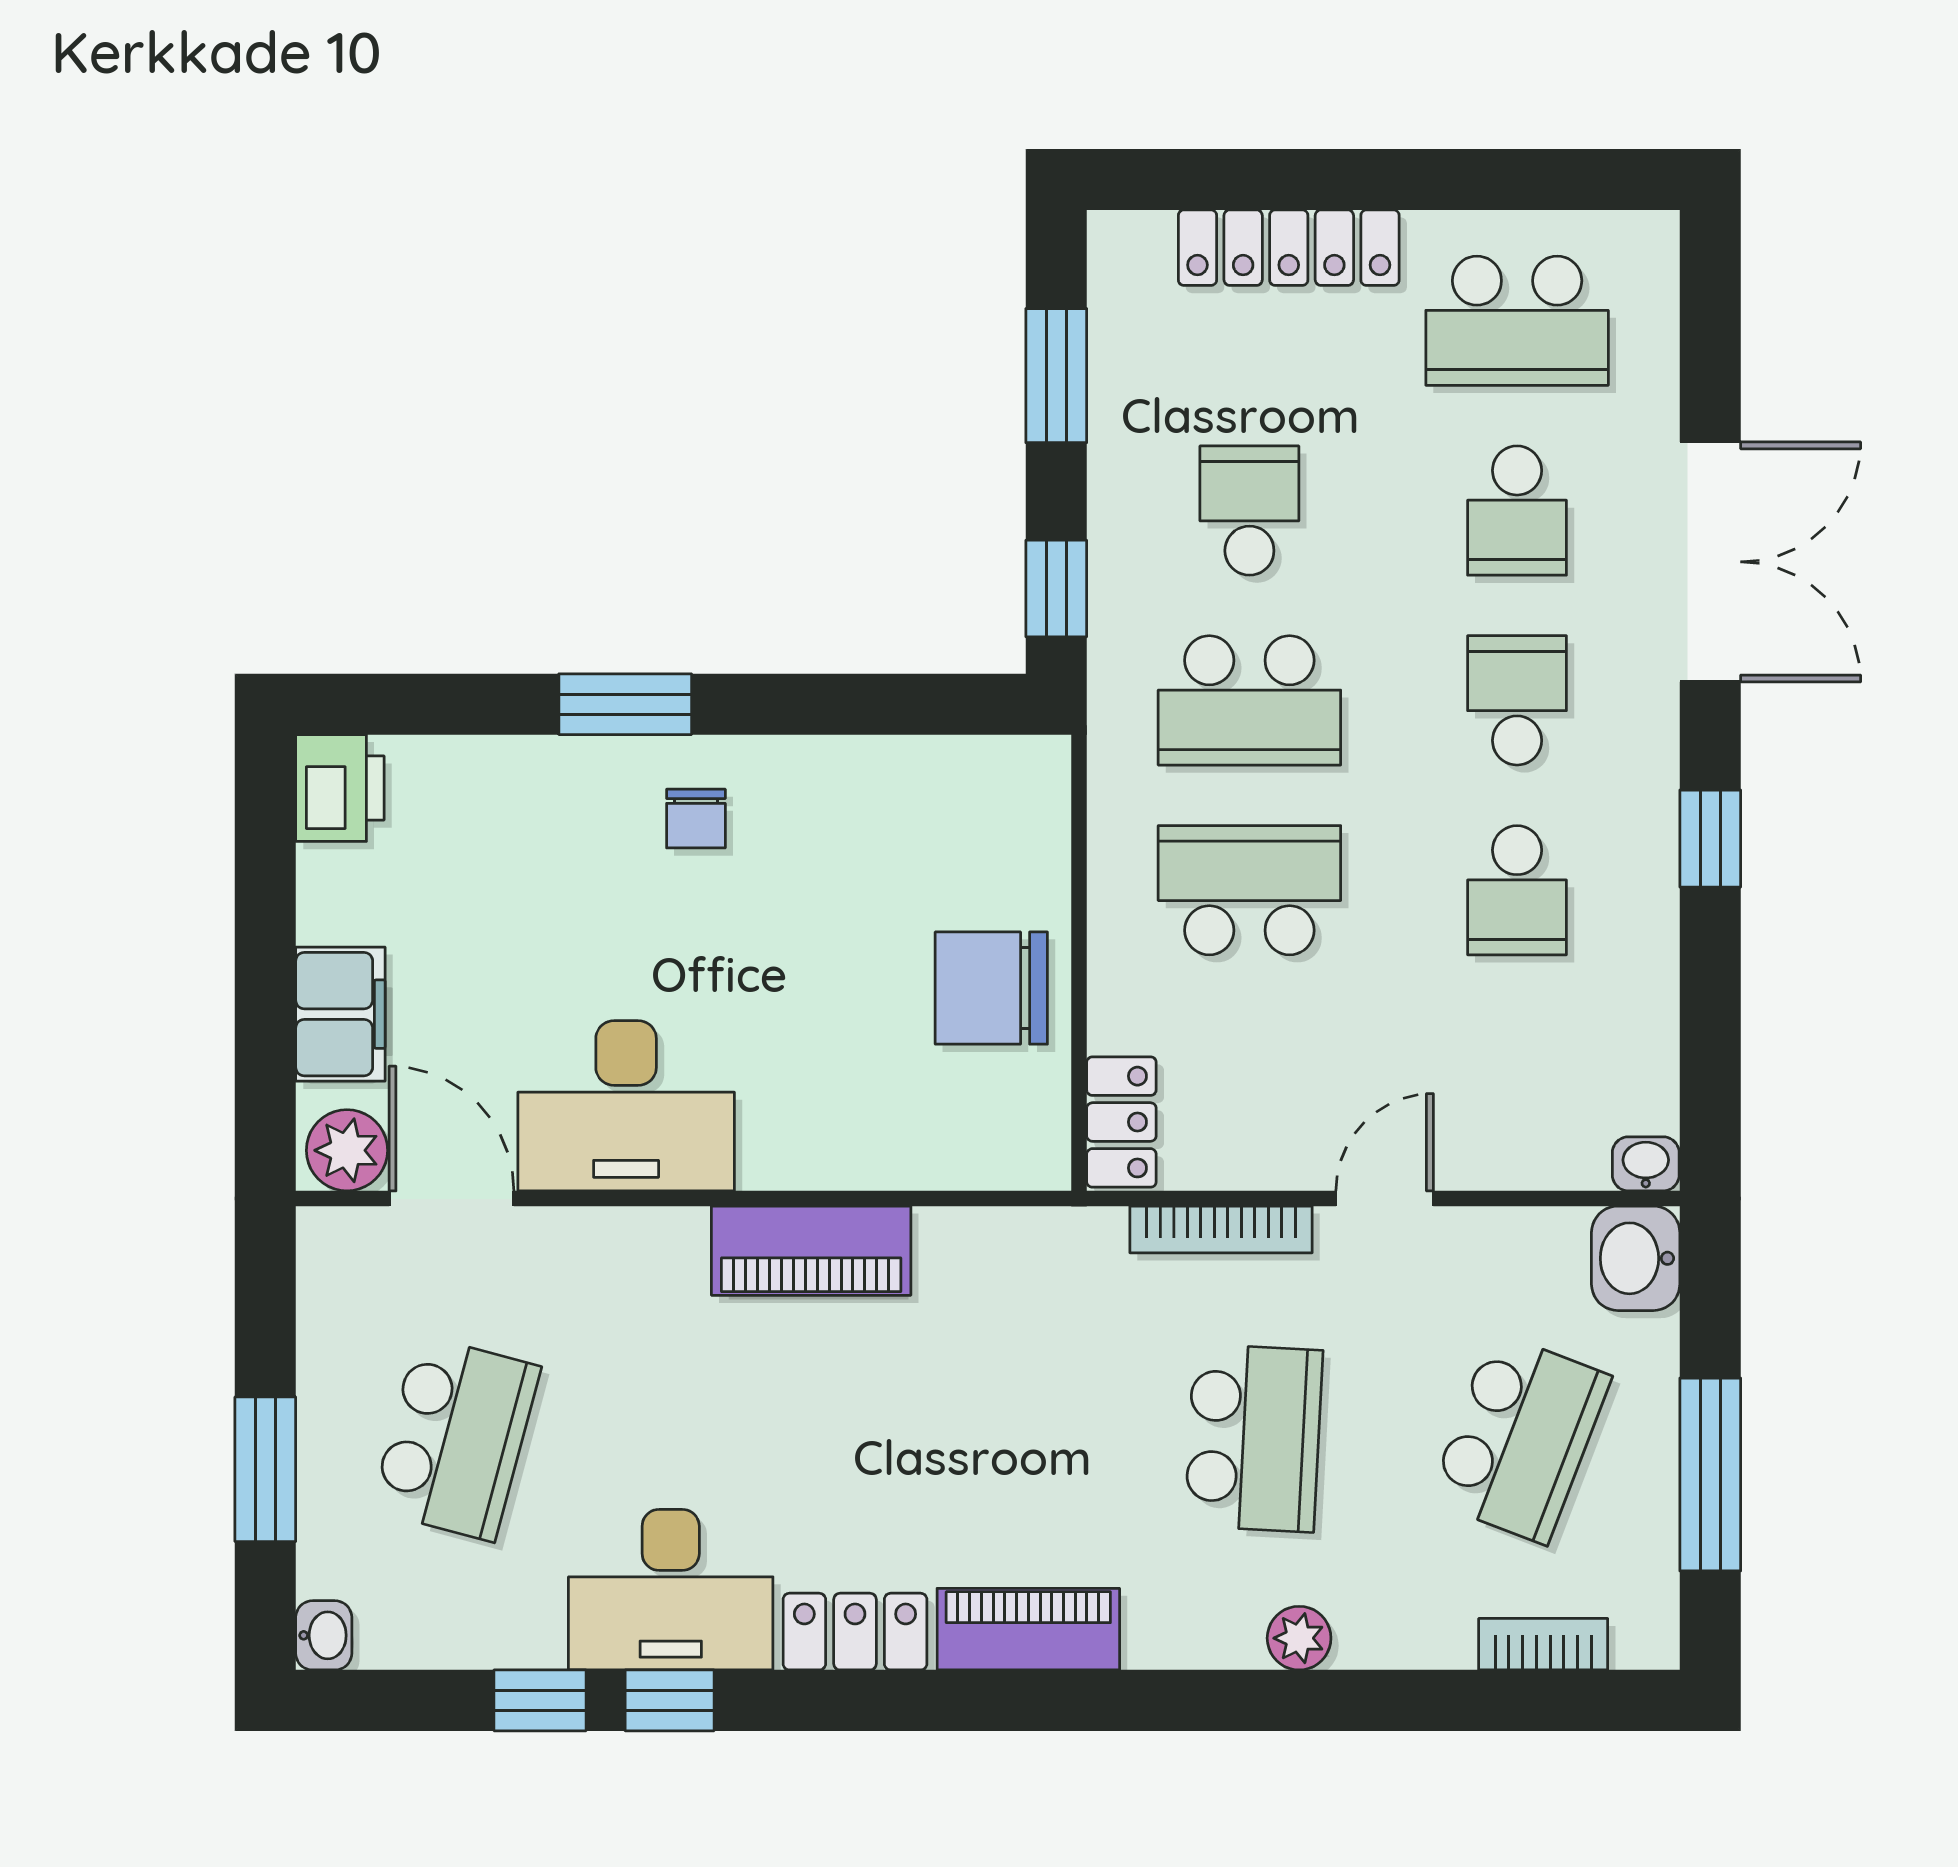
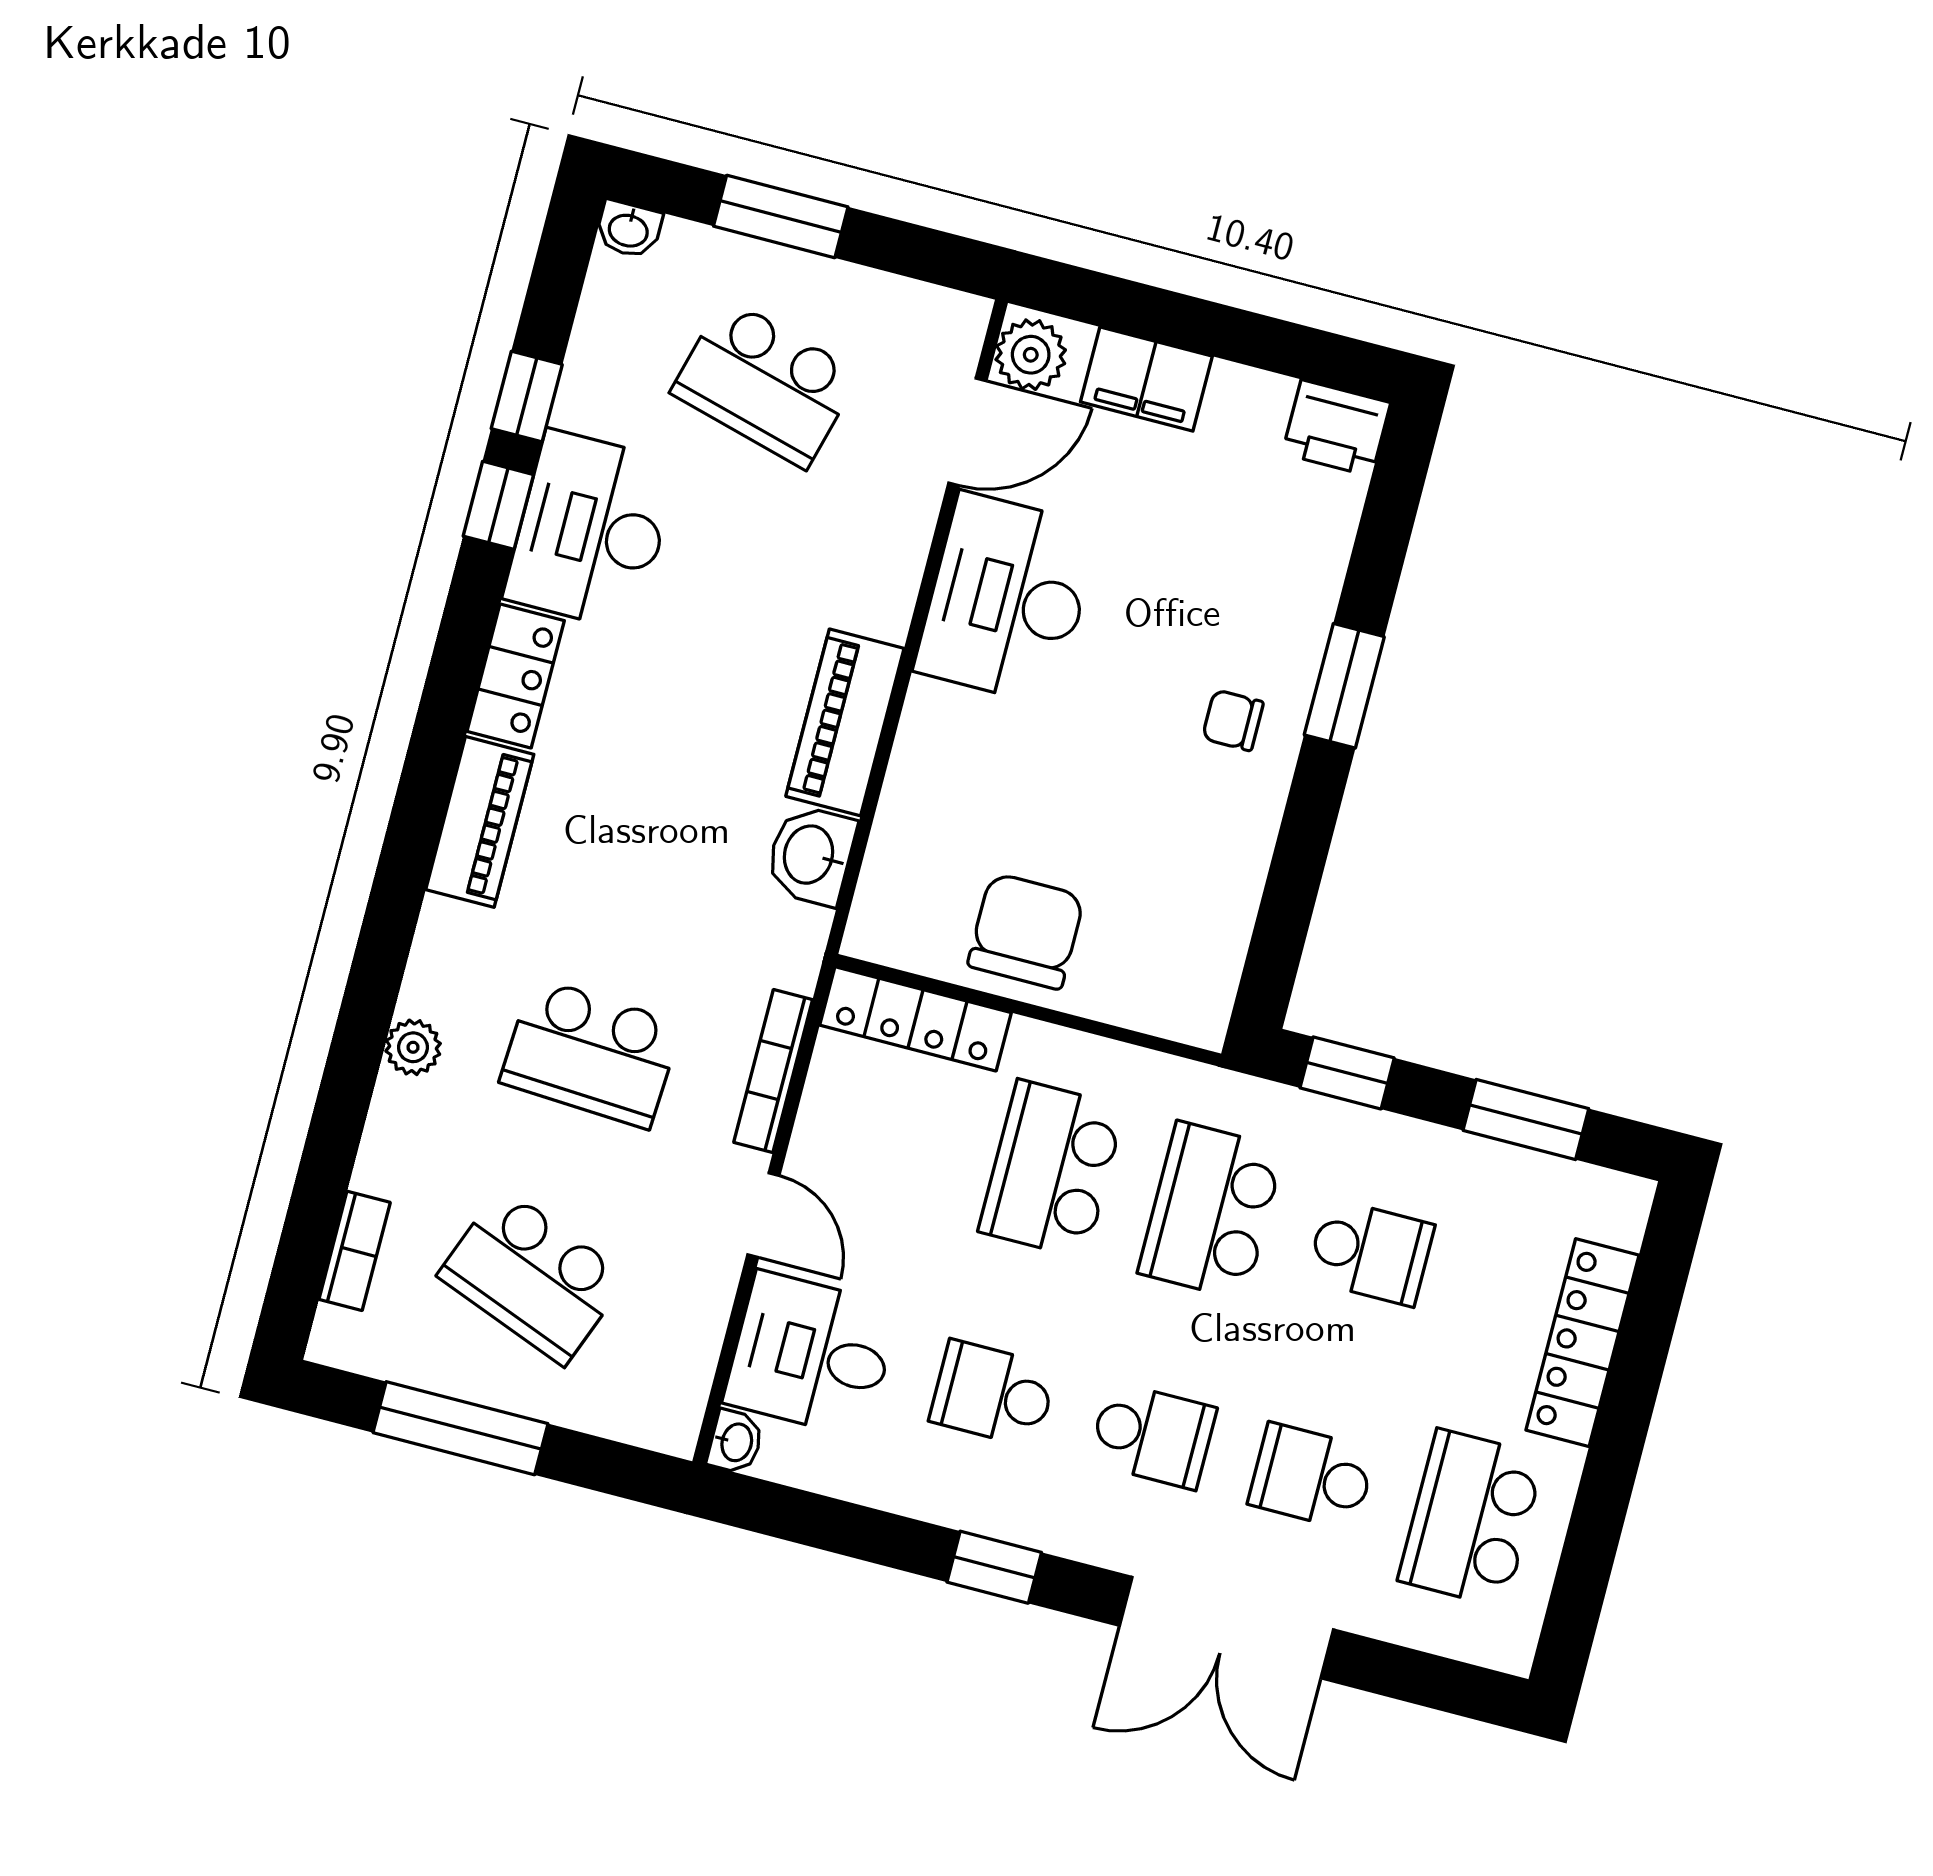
school desk: (1249, 890) -> (1052, 1169), turned 180
desk: (1526, 1105) -> (811, 1354), added
locker: (1121, 1122) -> (915, 1019), width x1.53
washbasin: (1636, 1258) -> (811, 855), moved, turned -90

